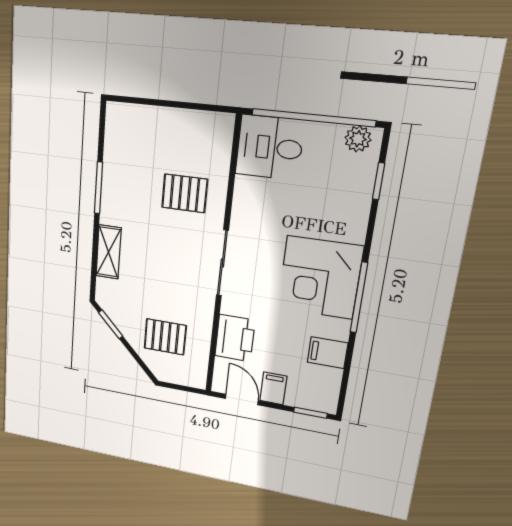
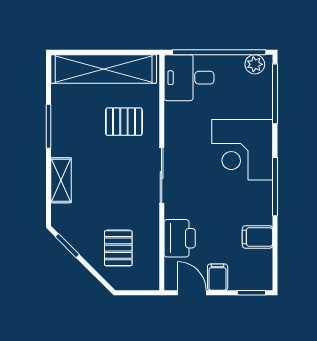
shelving: (166, 125) -> (104, 69), added
window: (379, 181) -> (275, 94), width x2.17
corner desk: (320, 278) -> (242, 150), moved
pallet: (165, 337) -> (118, 248), turned 90

